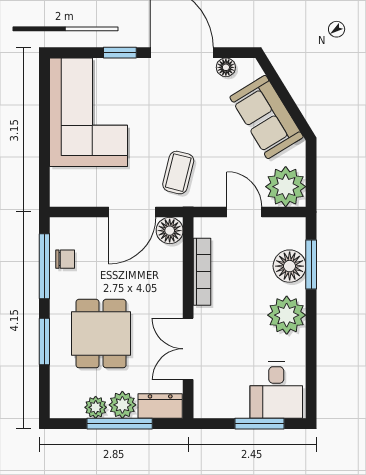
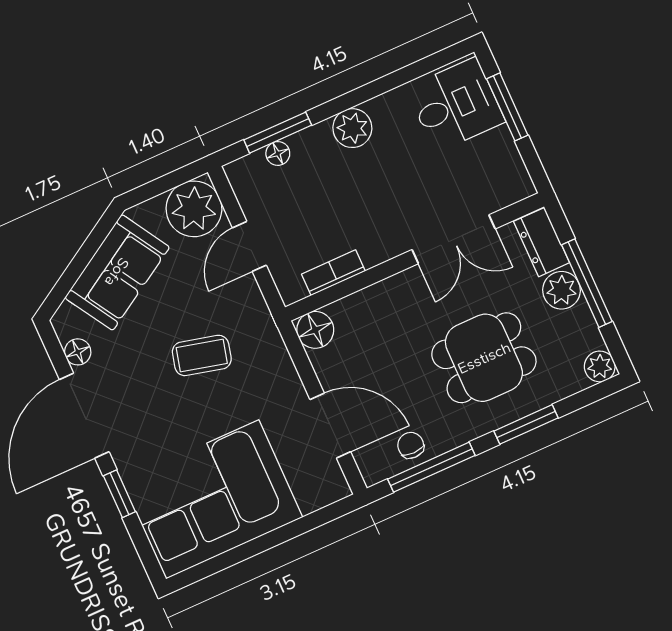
coffee table: (178, 173) -> (202, 355), moved
door: (132, 212) -> (330, 426), moved
floor lamp: (290, 266) -> (278, 153), width x0.53, depth x0.53
bookcase: (202, 272) -> (333, 273), width x0.64
plant: (287, 315) -> (352, 128), width x0.73, depth x0.73
plant: (96, 407) -> (600, 366), moved

